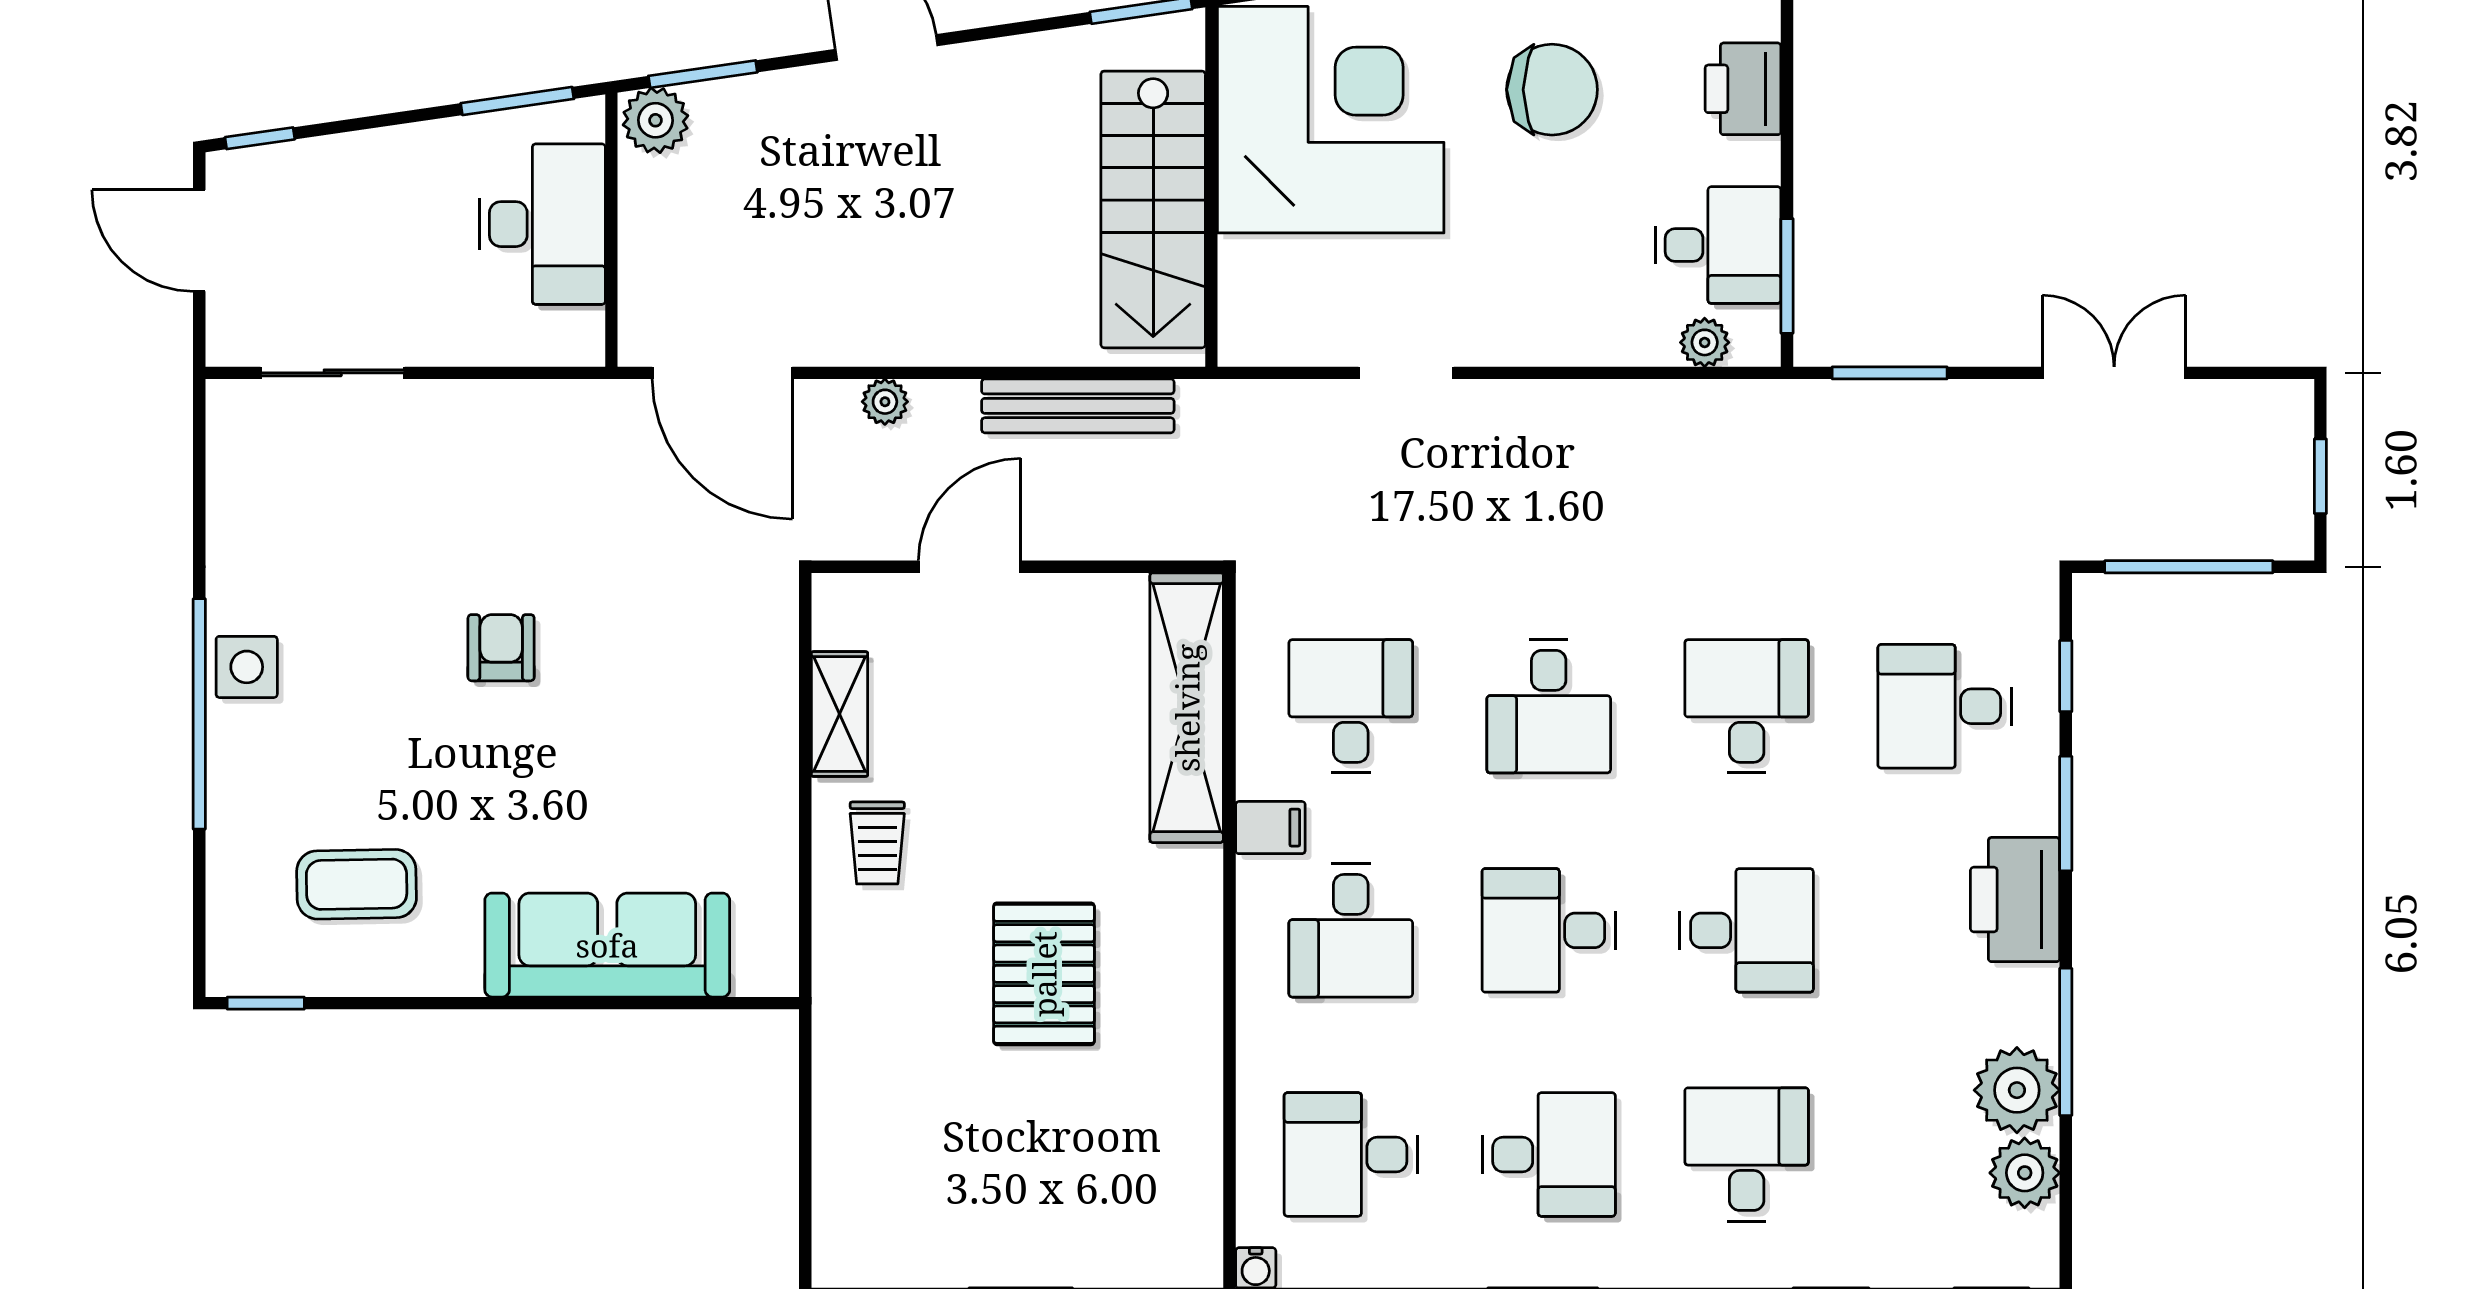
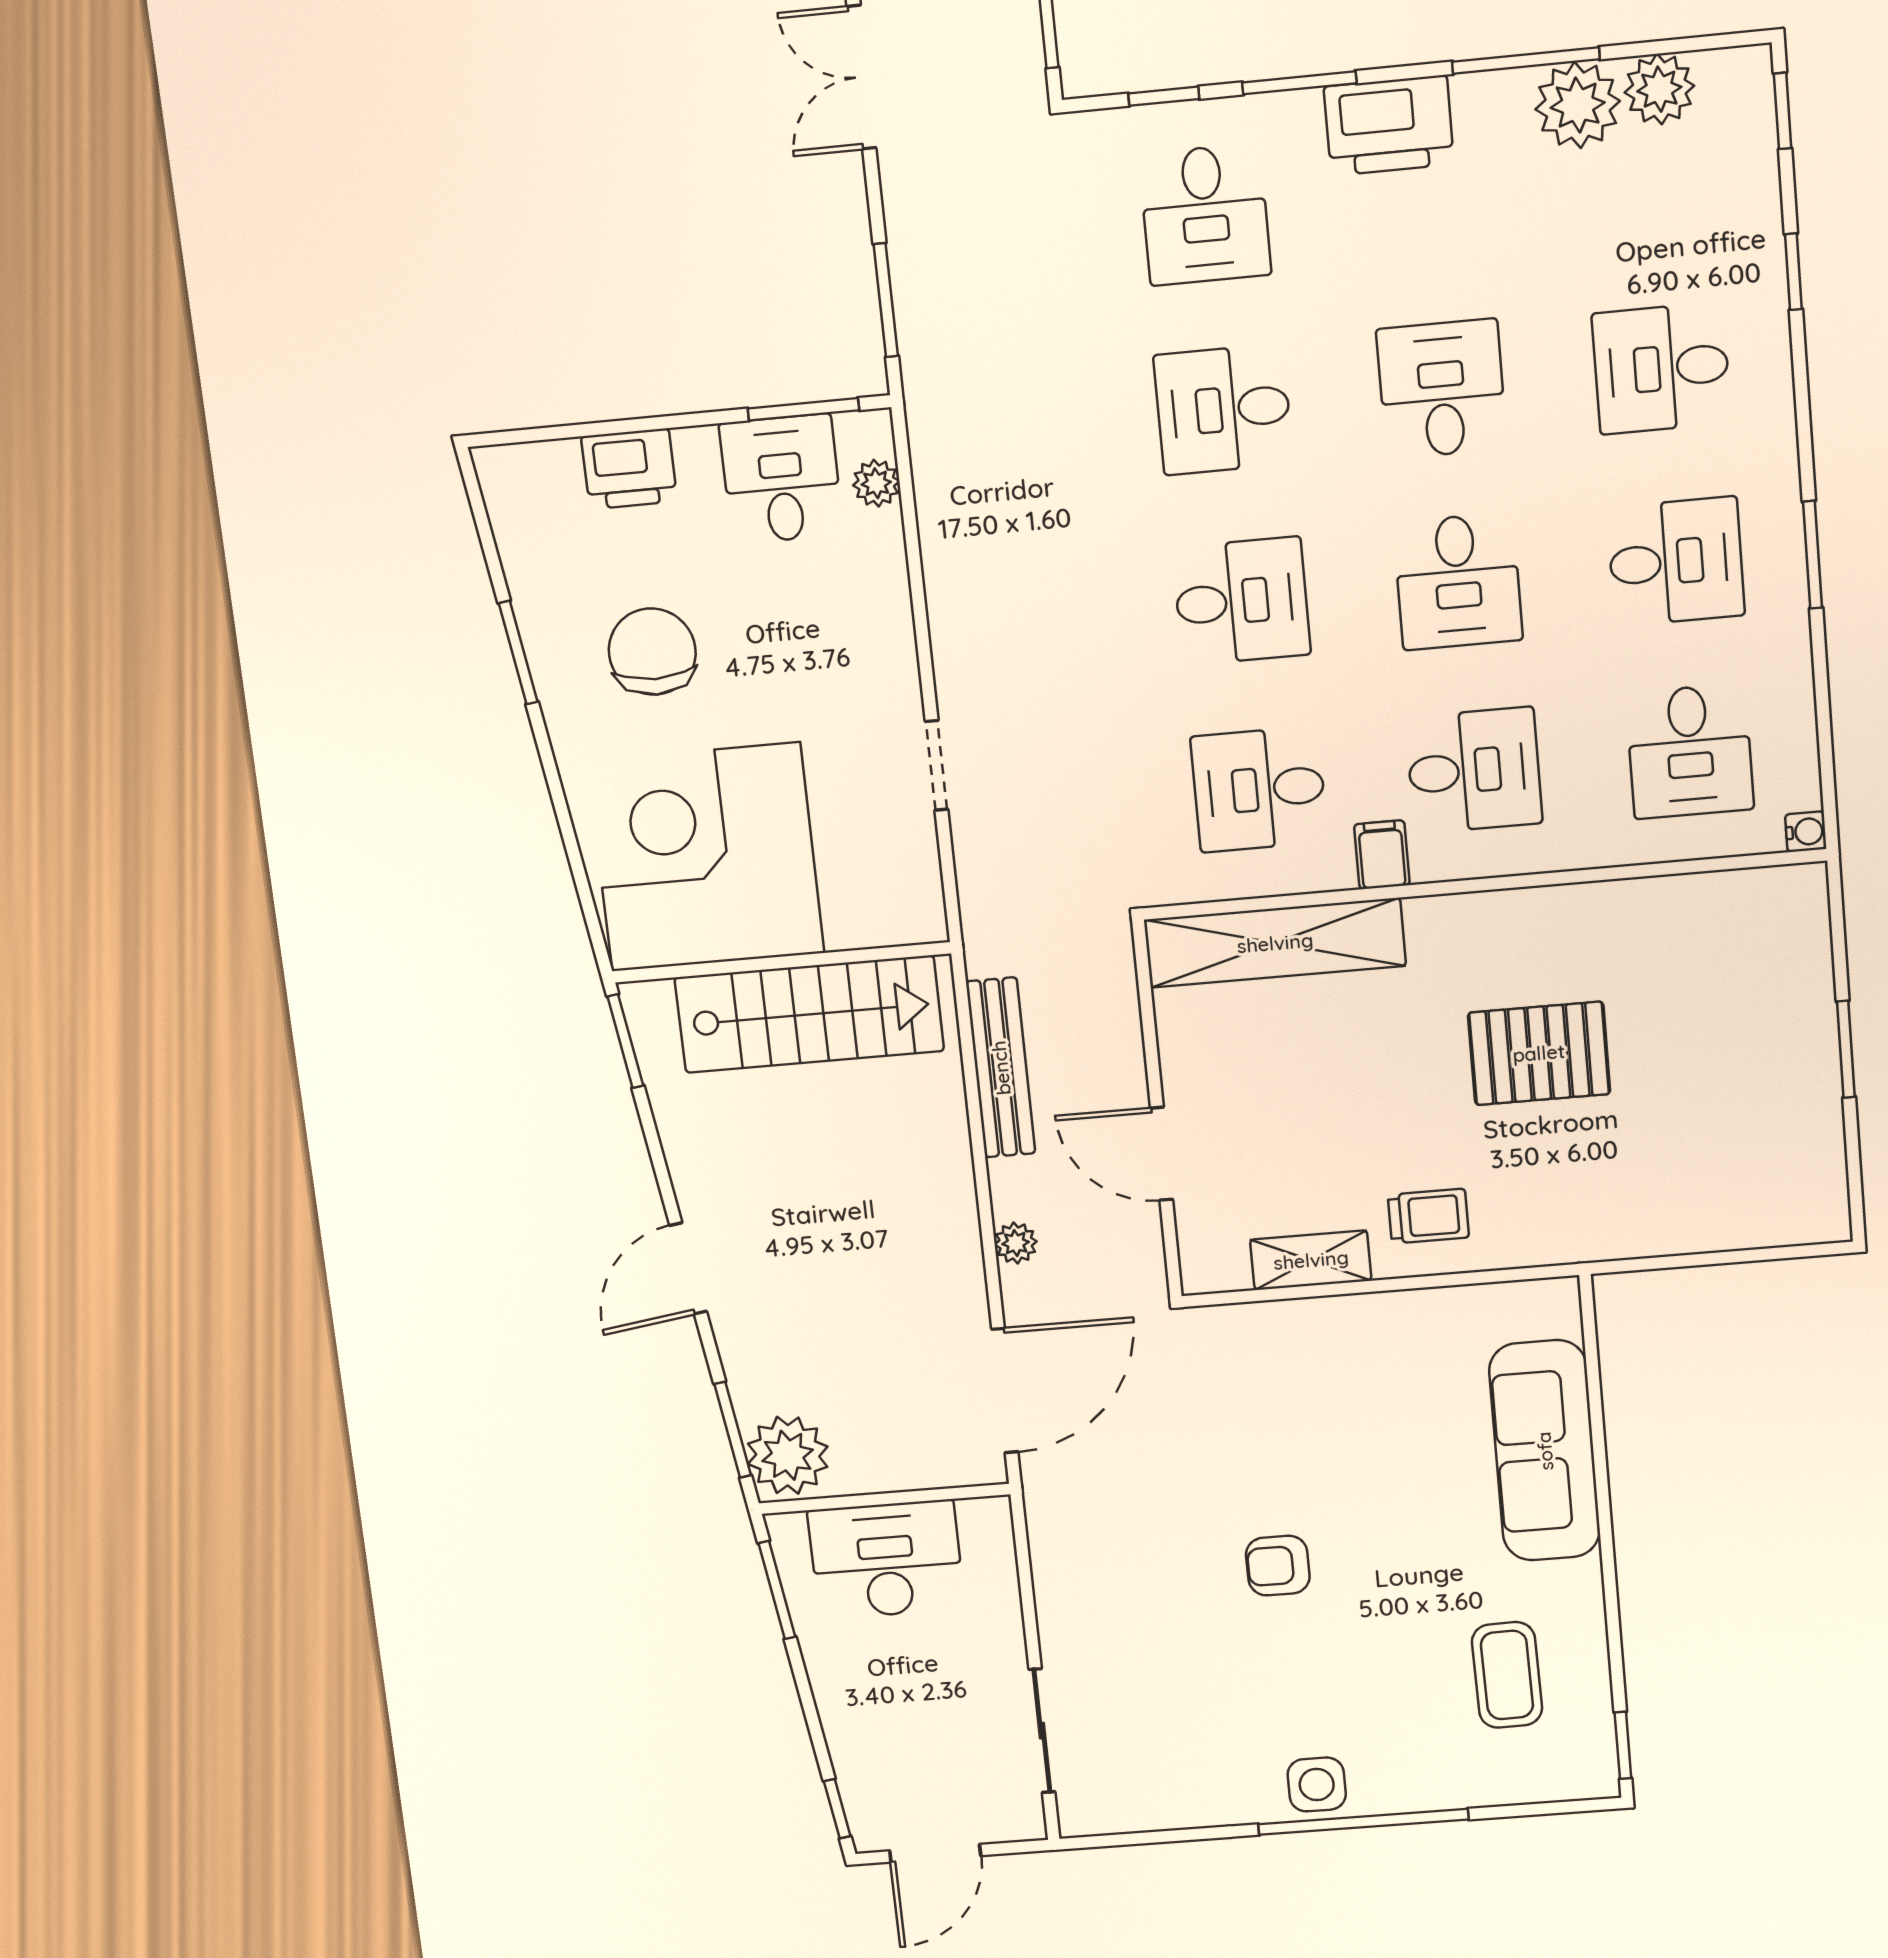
plant: (655, 120) -> (788, 1455), width x1.36, depth x1.36
desk: (1549, 1154) -> (1676, 561), turned 90

